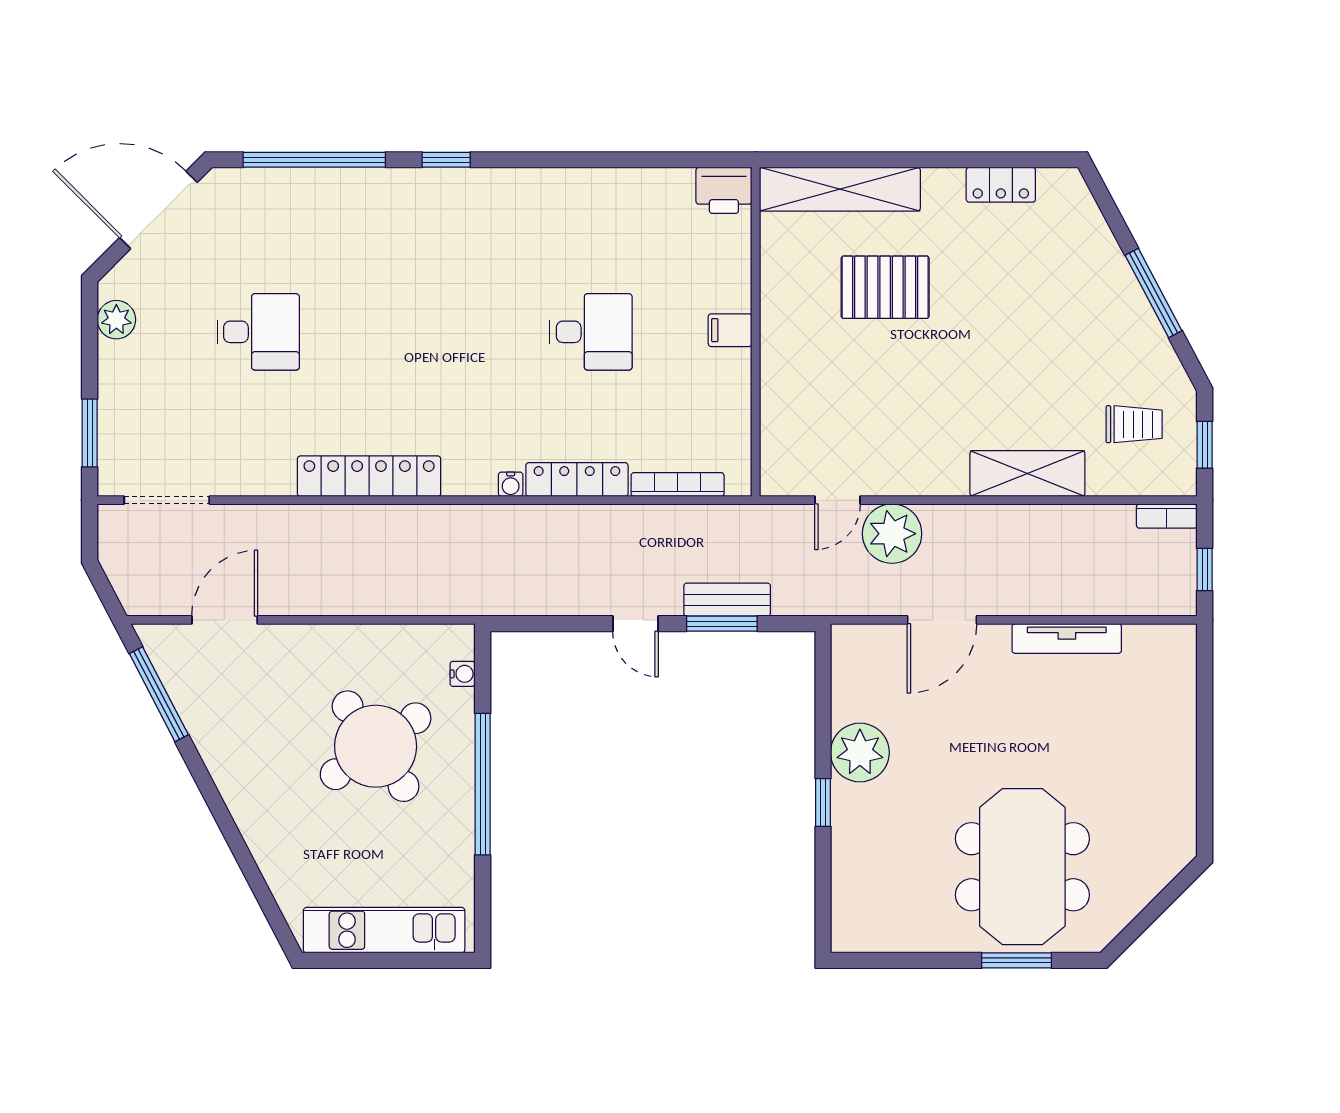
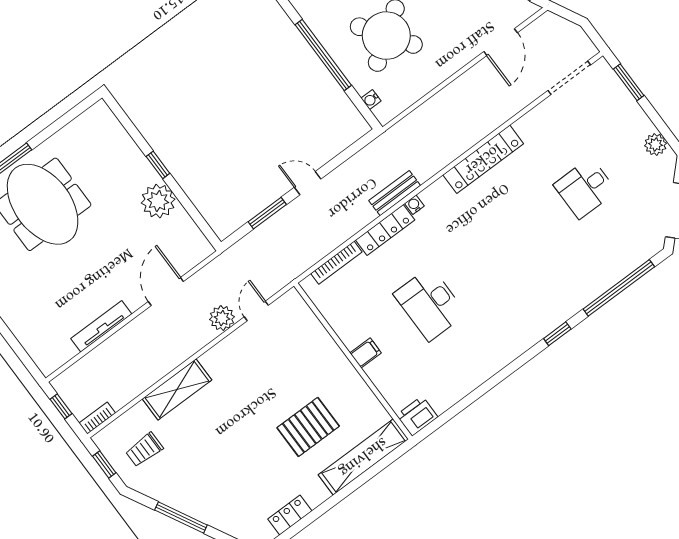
desk: (591, 332) -> (430, 304), width x1.37
plant: (892, 534) -> (222, 318), width x0.73, depth x0.73
bench: (727, 600) -> (395, 193), moved

